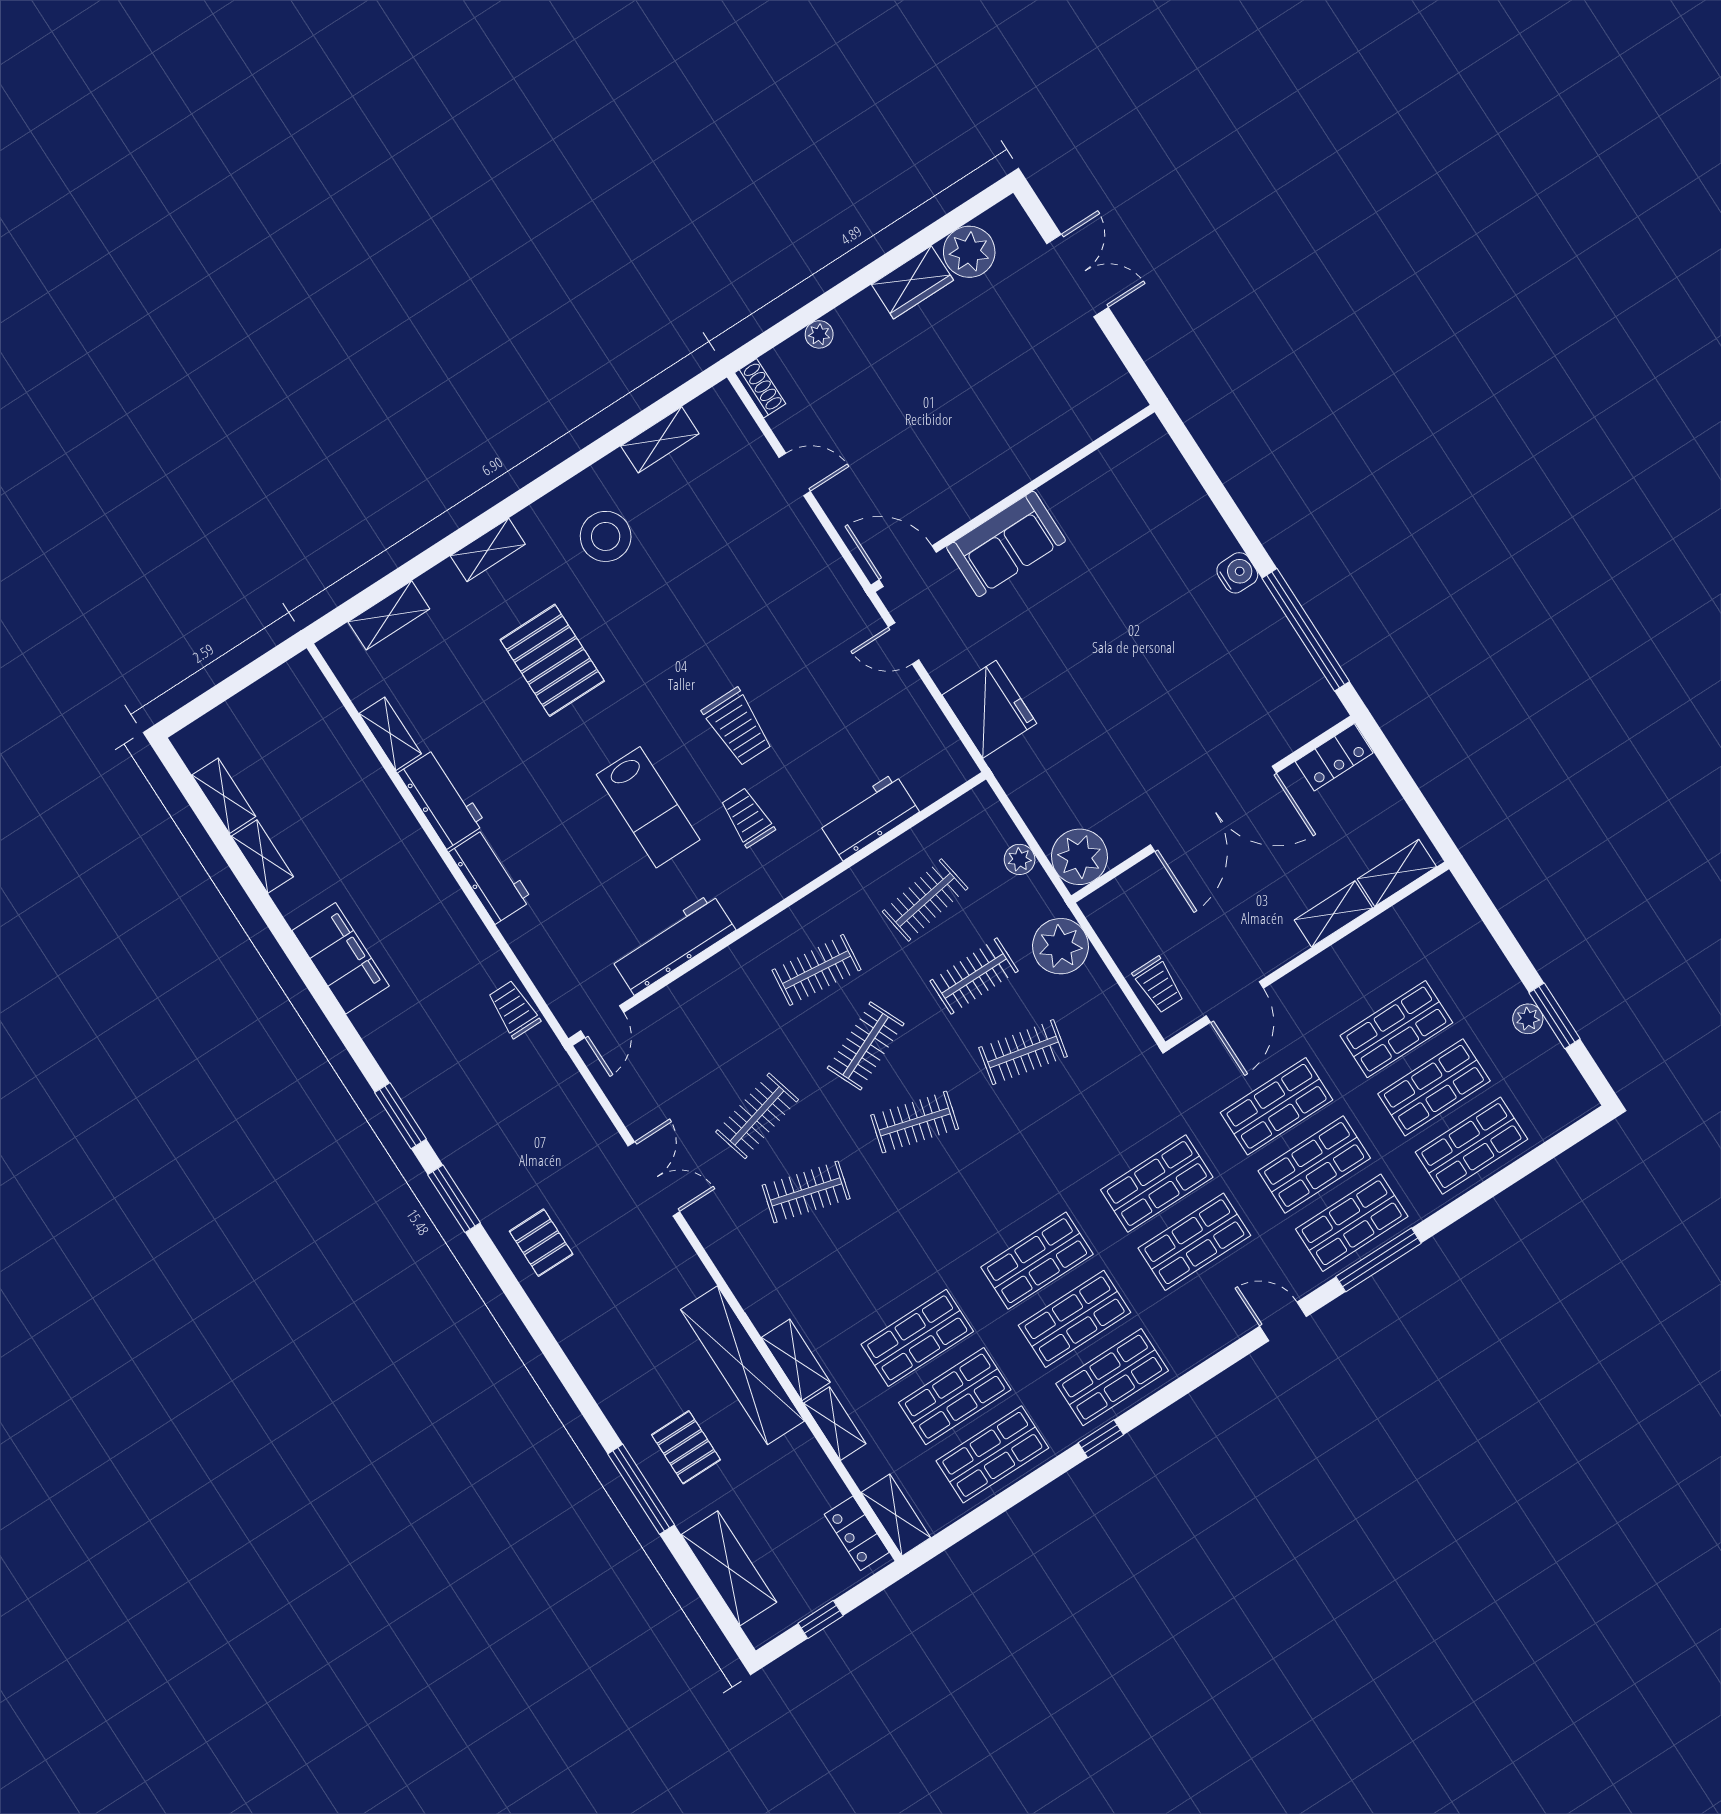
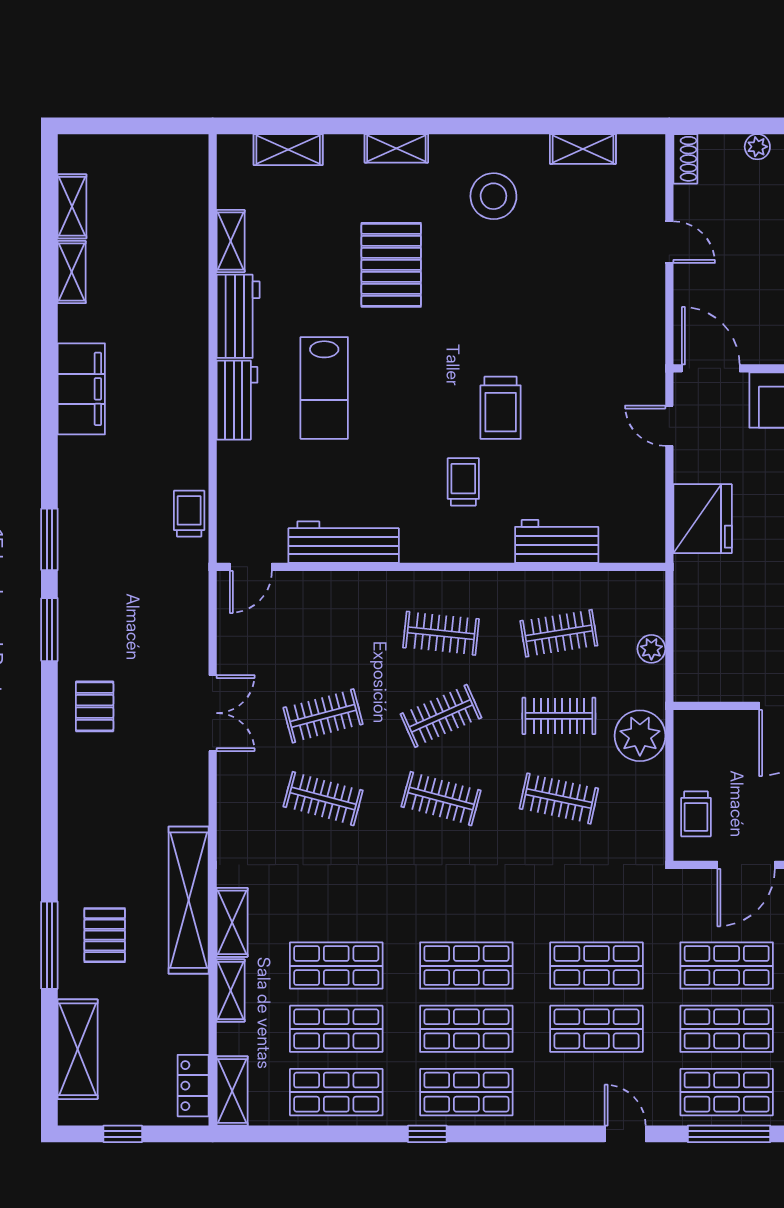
lab bench: (648, 807) -> (324, 388), moved
plant: (1079, 857) -> (699, 677), removed

